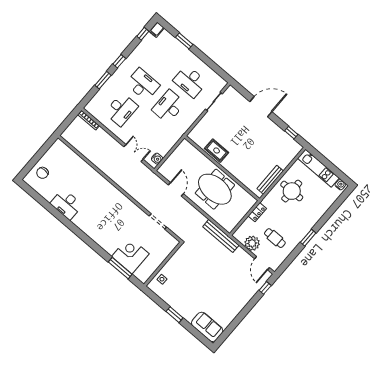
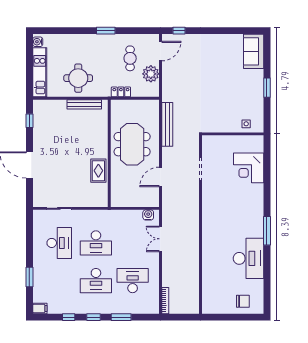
window: (143, 34) -> (69, 317), moved
desk: (143, 84) -> (96, 281), turned -90
desk: (66, 204) -> (249, 258), width x1.36, depth x1.30
bench: (221, 236) -> (167, 124), moved
window: (120, 268) -> (267, 231), moved

